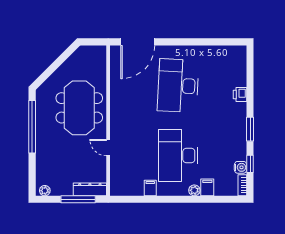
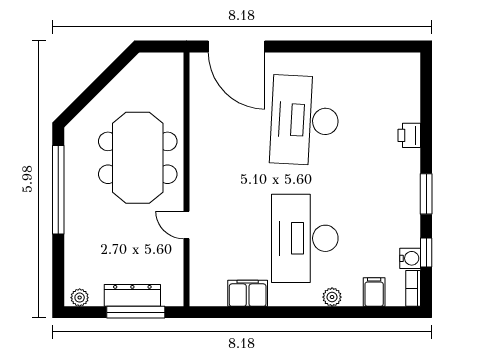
door: (138, 42) -> (237, 46), hinge flipped
filing cabinet: (207, 187) -> (374, 292), moved
filing cabinet: (150, 188) -> (248, 293), width x2.00
dresser: (90, 189) -> (132, 295), moved

